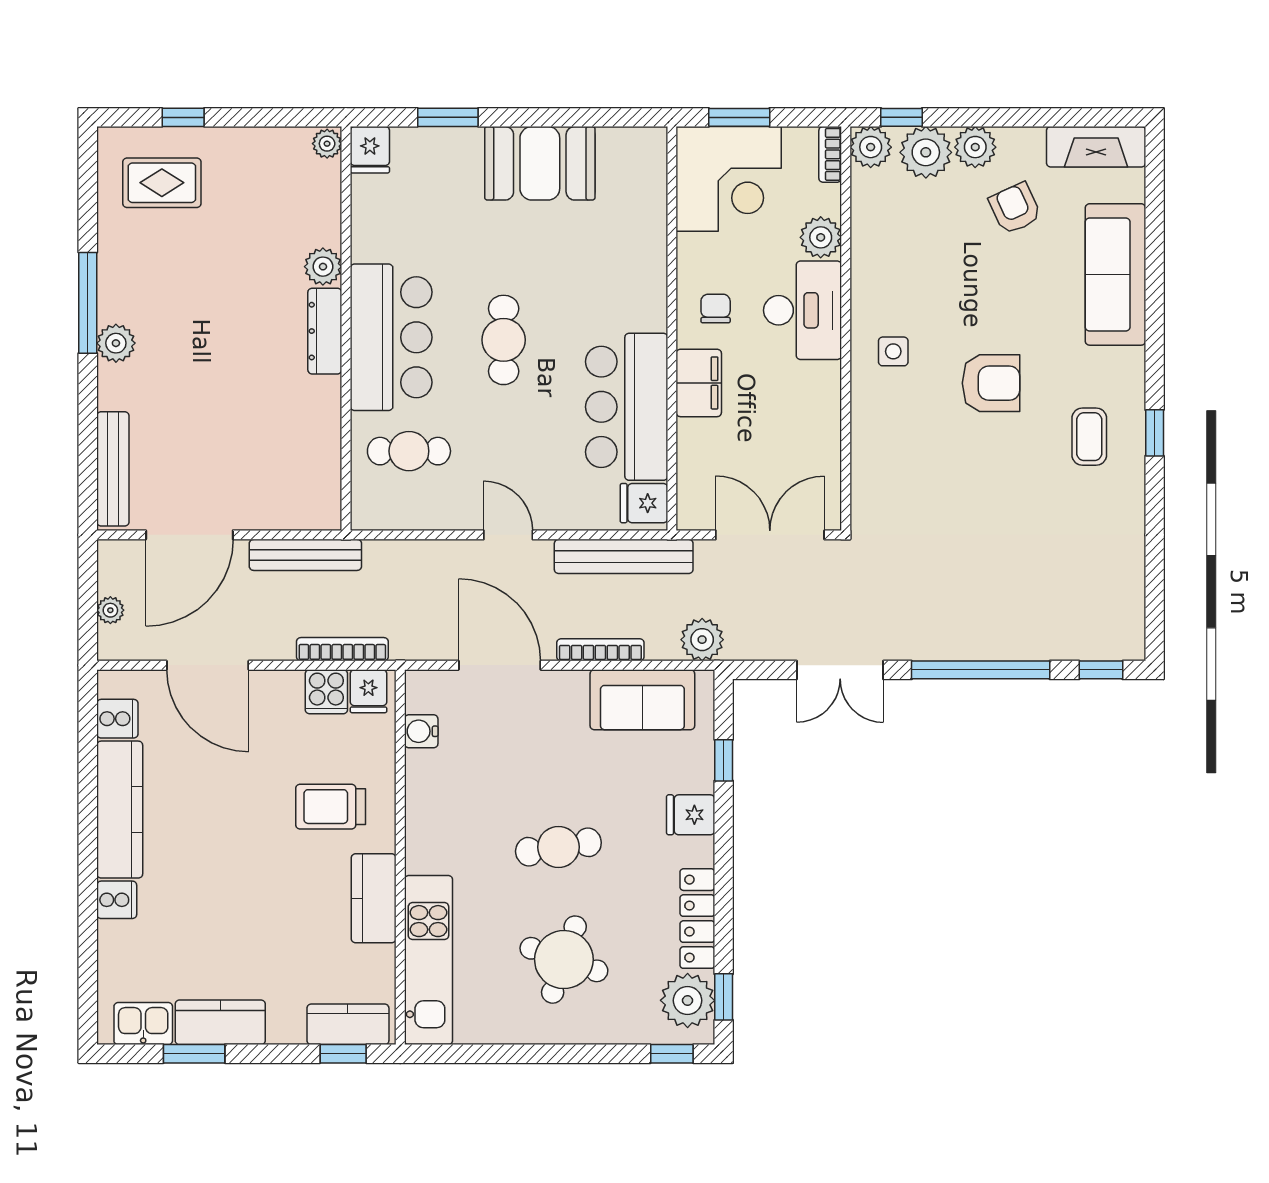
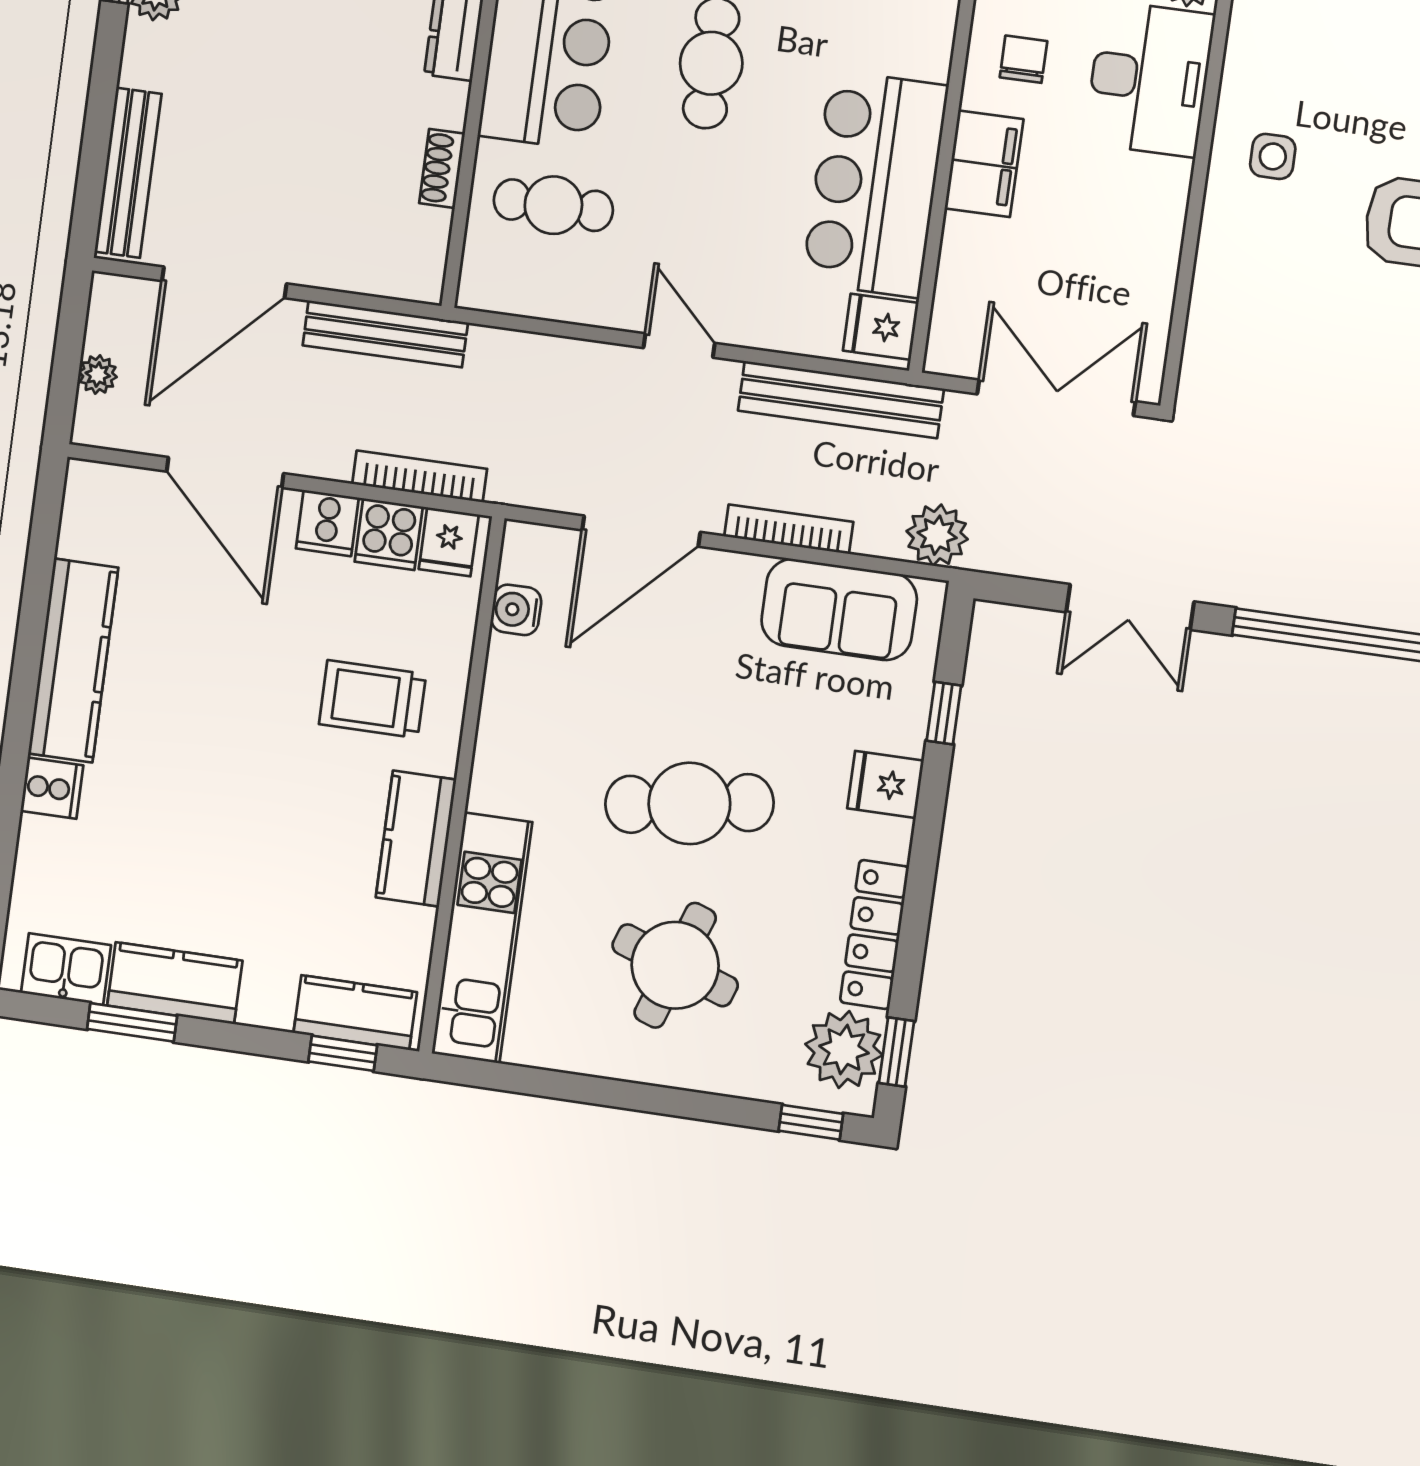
shoe rack: (329, 436) -> (442, 168), added
door: (500, 665) -> (641, 531), swing flipped
cooker: (117, 719) -> (327, 523), moved, turned 90
cafe table: (558, 847) -> (689, 803), width x1.37, depth x1.35

